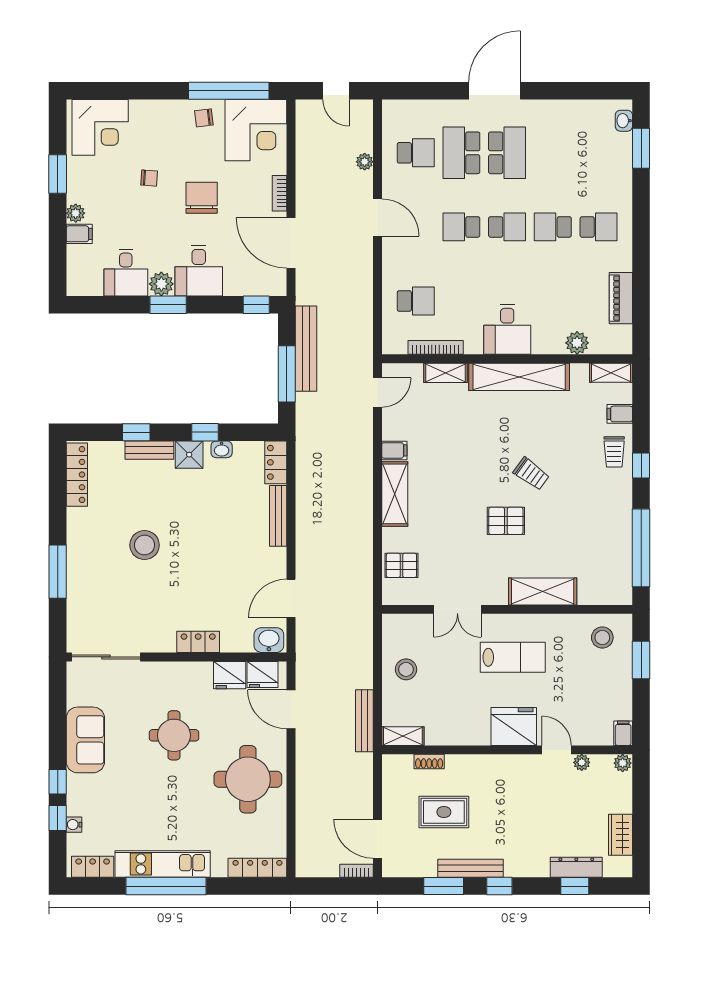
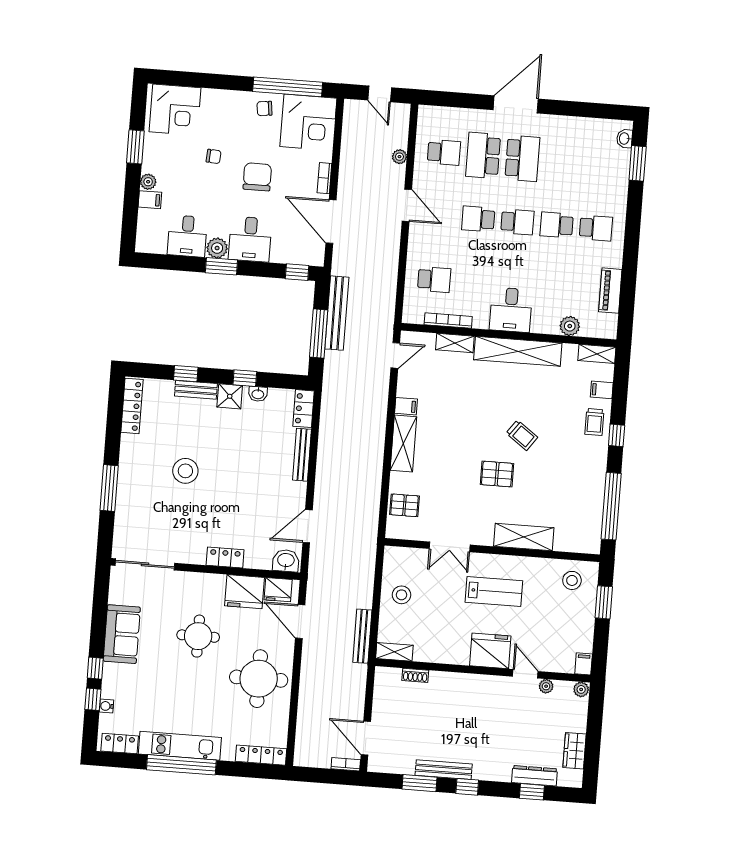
fridge: (230, 675) -> (245, 592), width x1.36, depth x1.34
rug: (444, 812) -> (425, 720), removed

